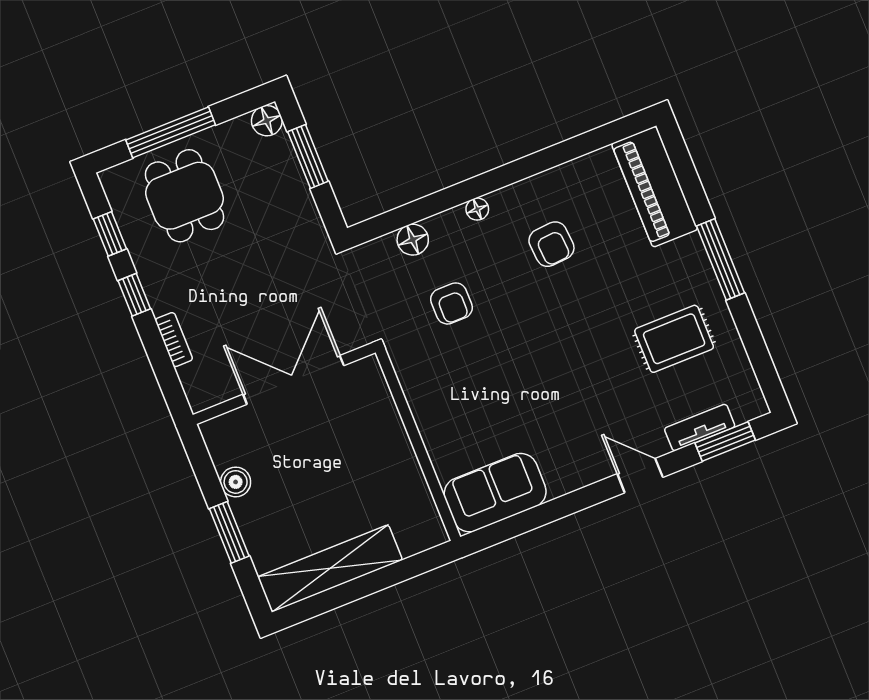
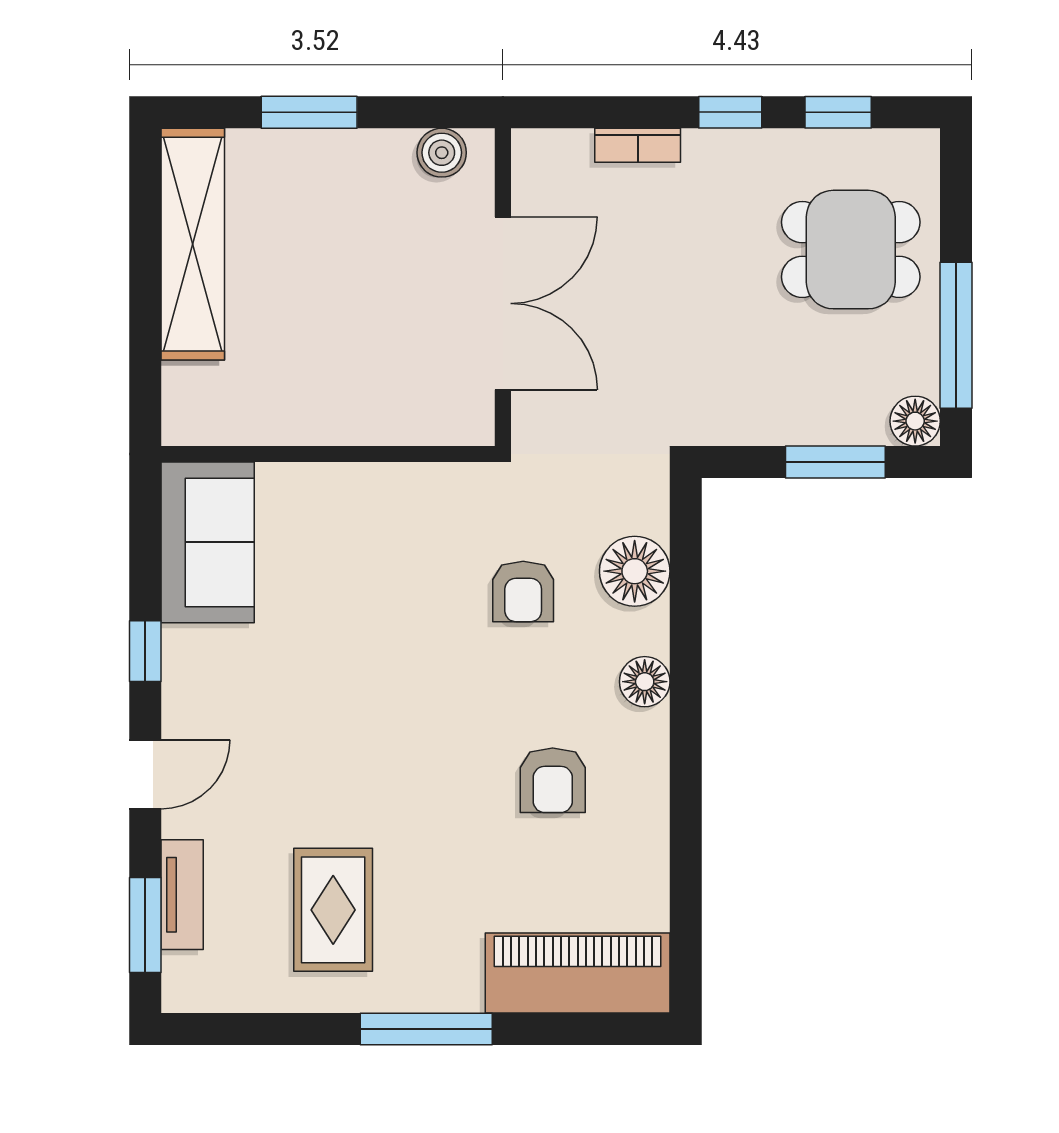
window: (171, 132) -> (956, 335), moved
floor lamp: (477, 209) -> (645, 682), width x1.37, depth x1.37
floor lamp: (413, 240) -> (635, 571), width x1.38, depth x1.38
armchair: (551, 244) -> (553, 780), turned -86
armchair: (451, 303) -> (523, 591), turned -90
boiler: (236, 482) -> (442, 153), moved
window: (571, 503) -> (145, 651), added

